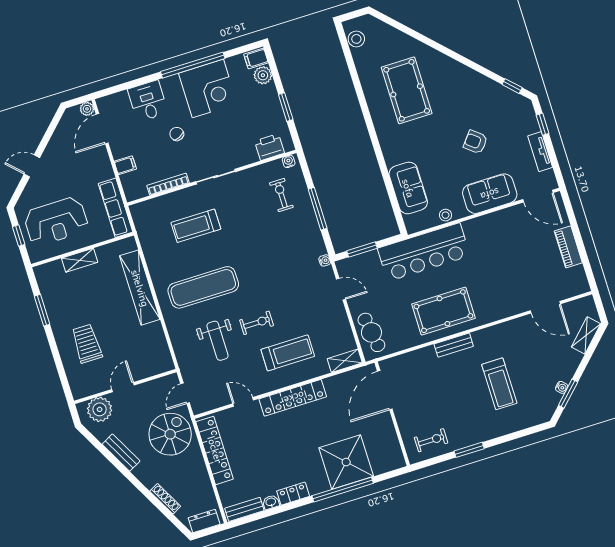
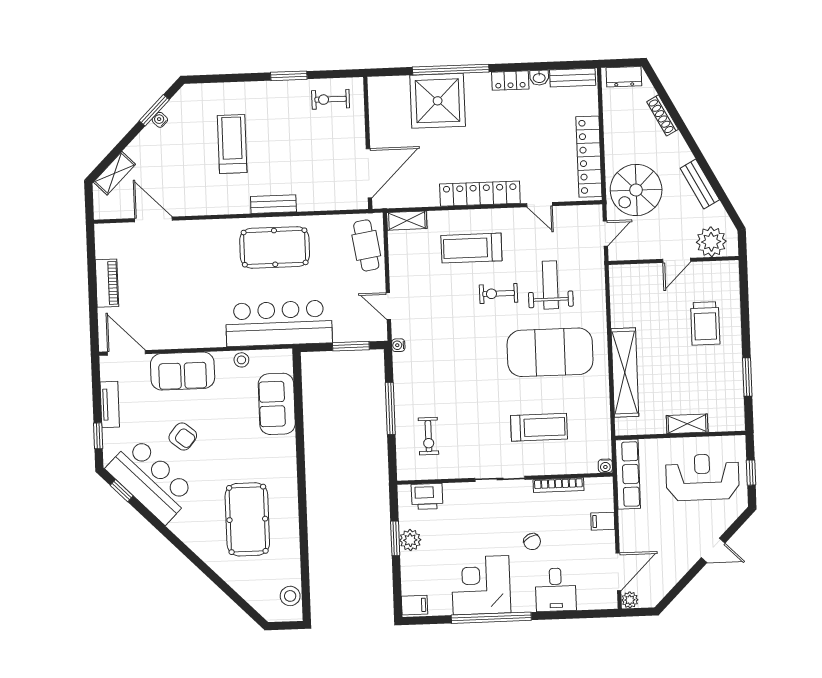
plant: (263, 75) -> (410, 540), moved
bar counter: (491, 100) -> (151, 480), added
water cooler: (289, 161) -> (605, 466), moved
exercise mat: (203, 287) -> (550, 352), width x1.47

